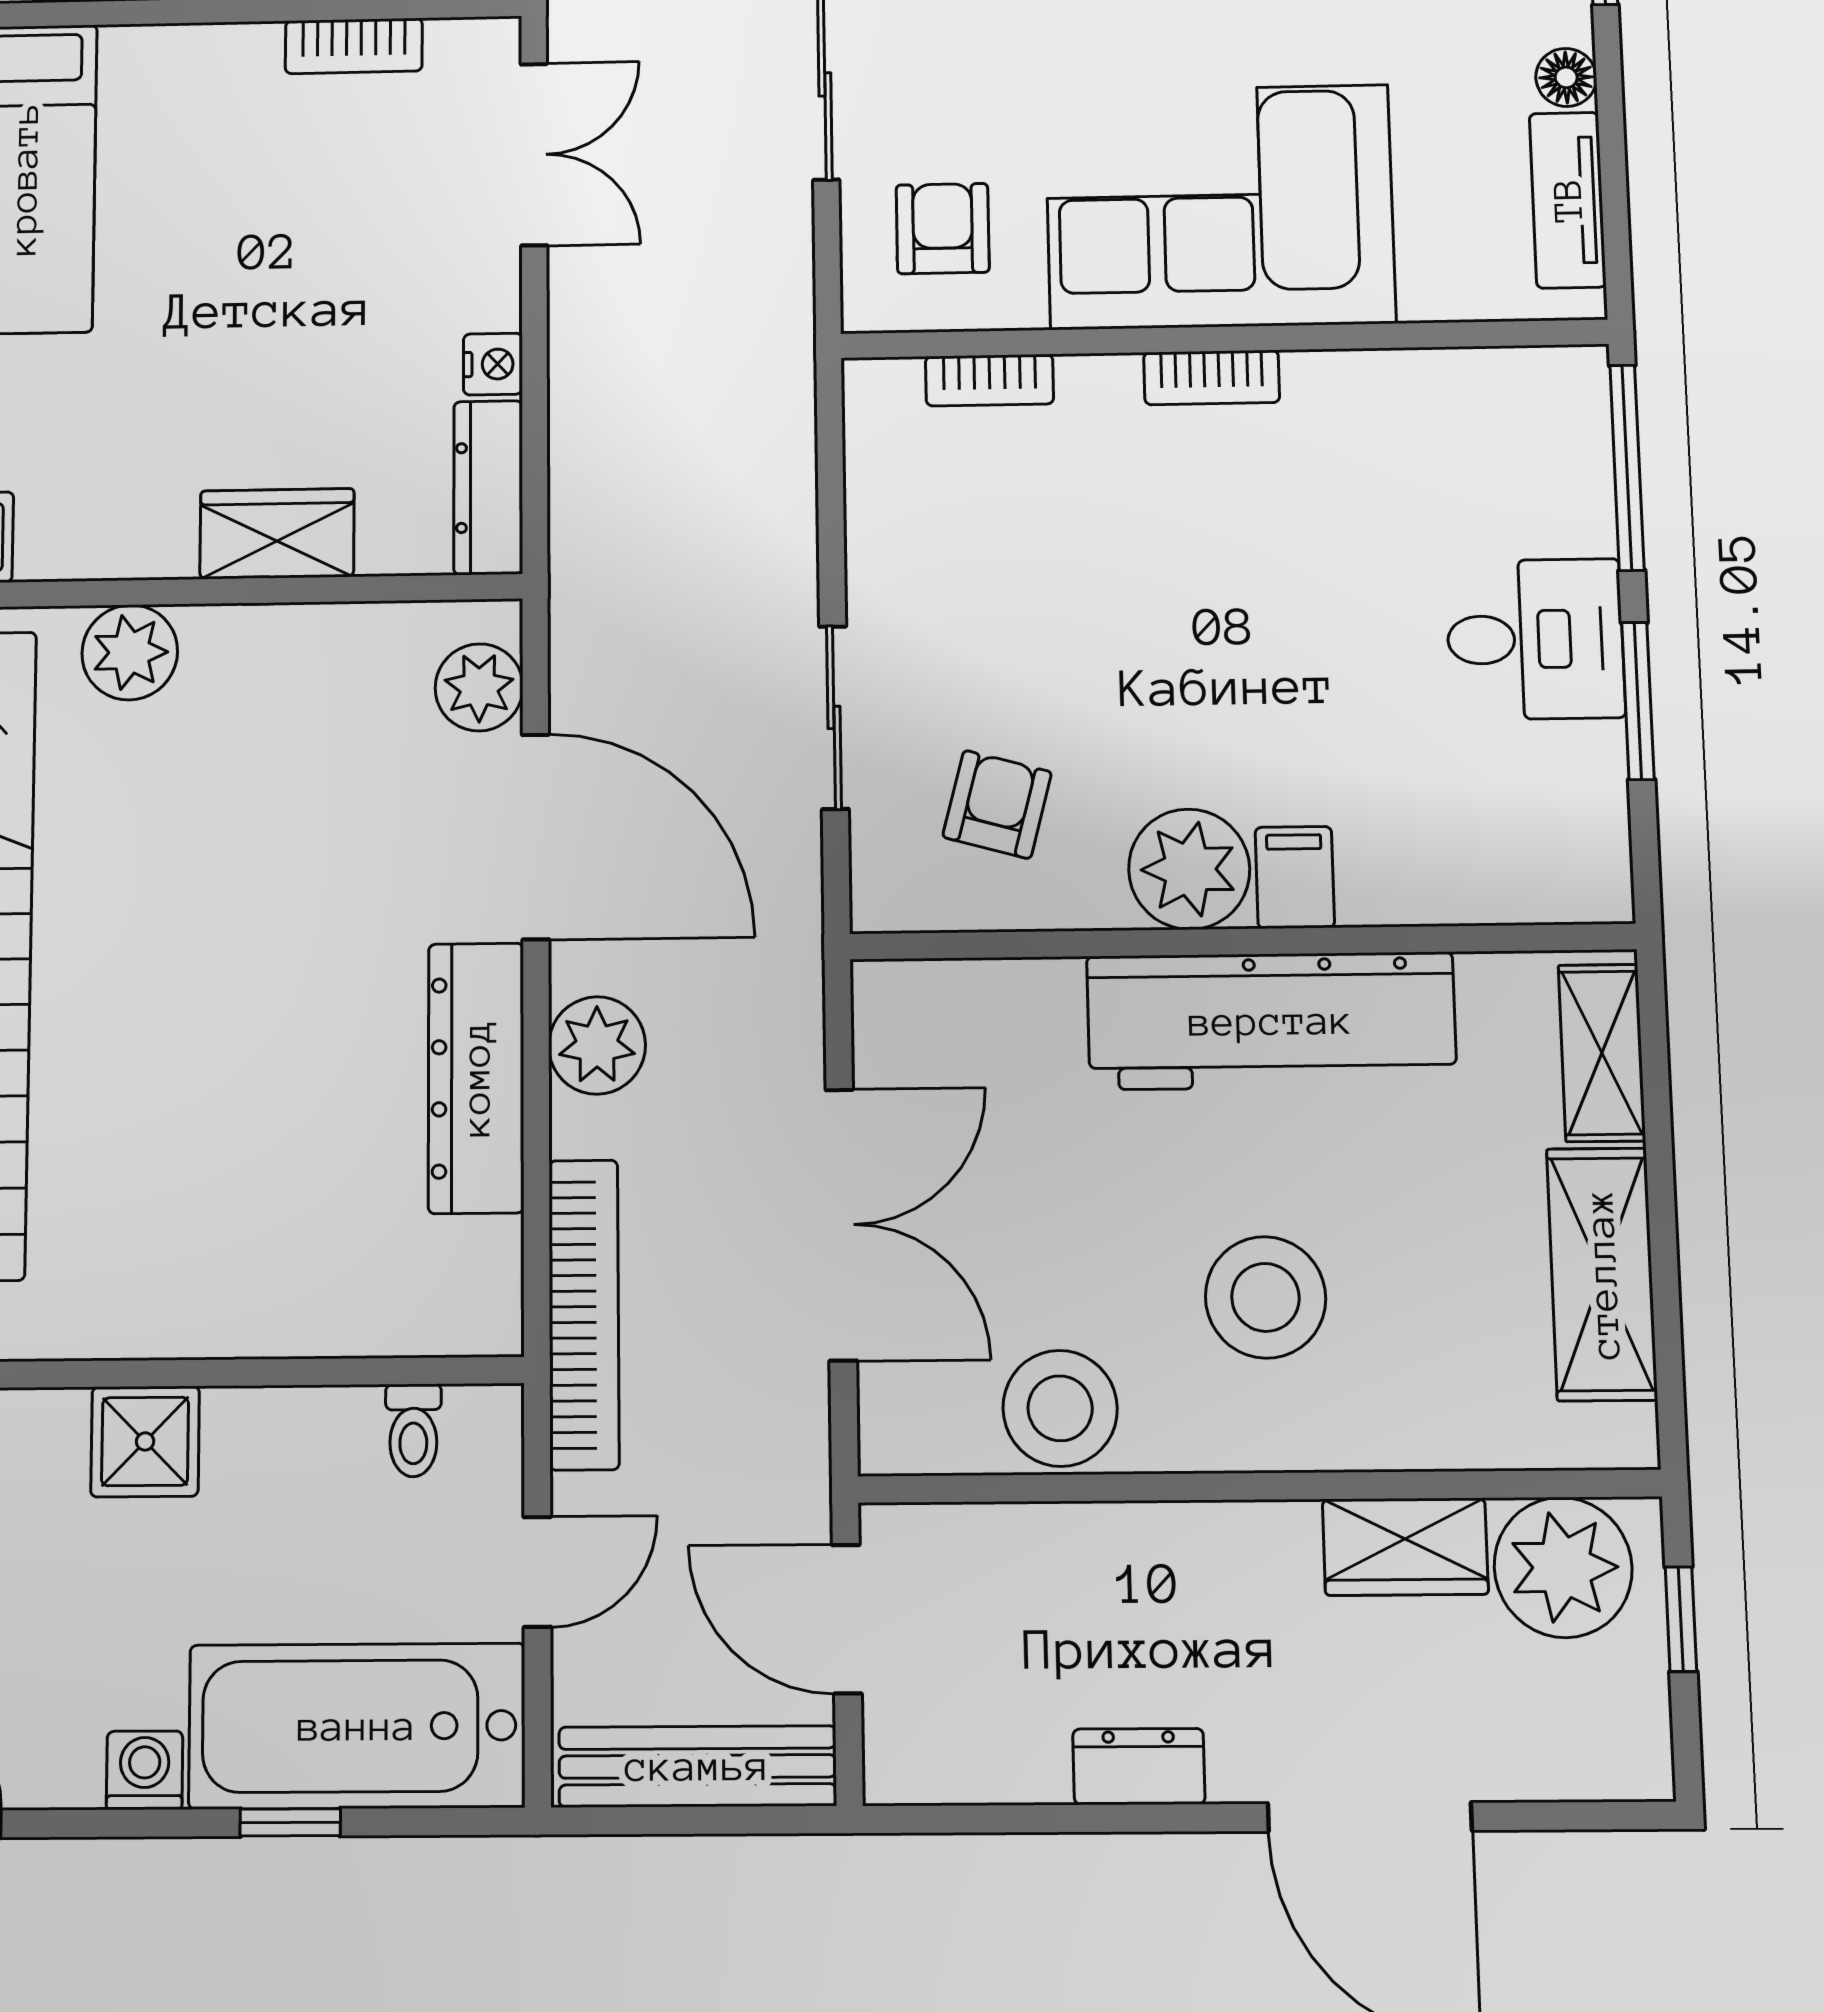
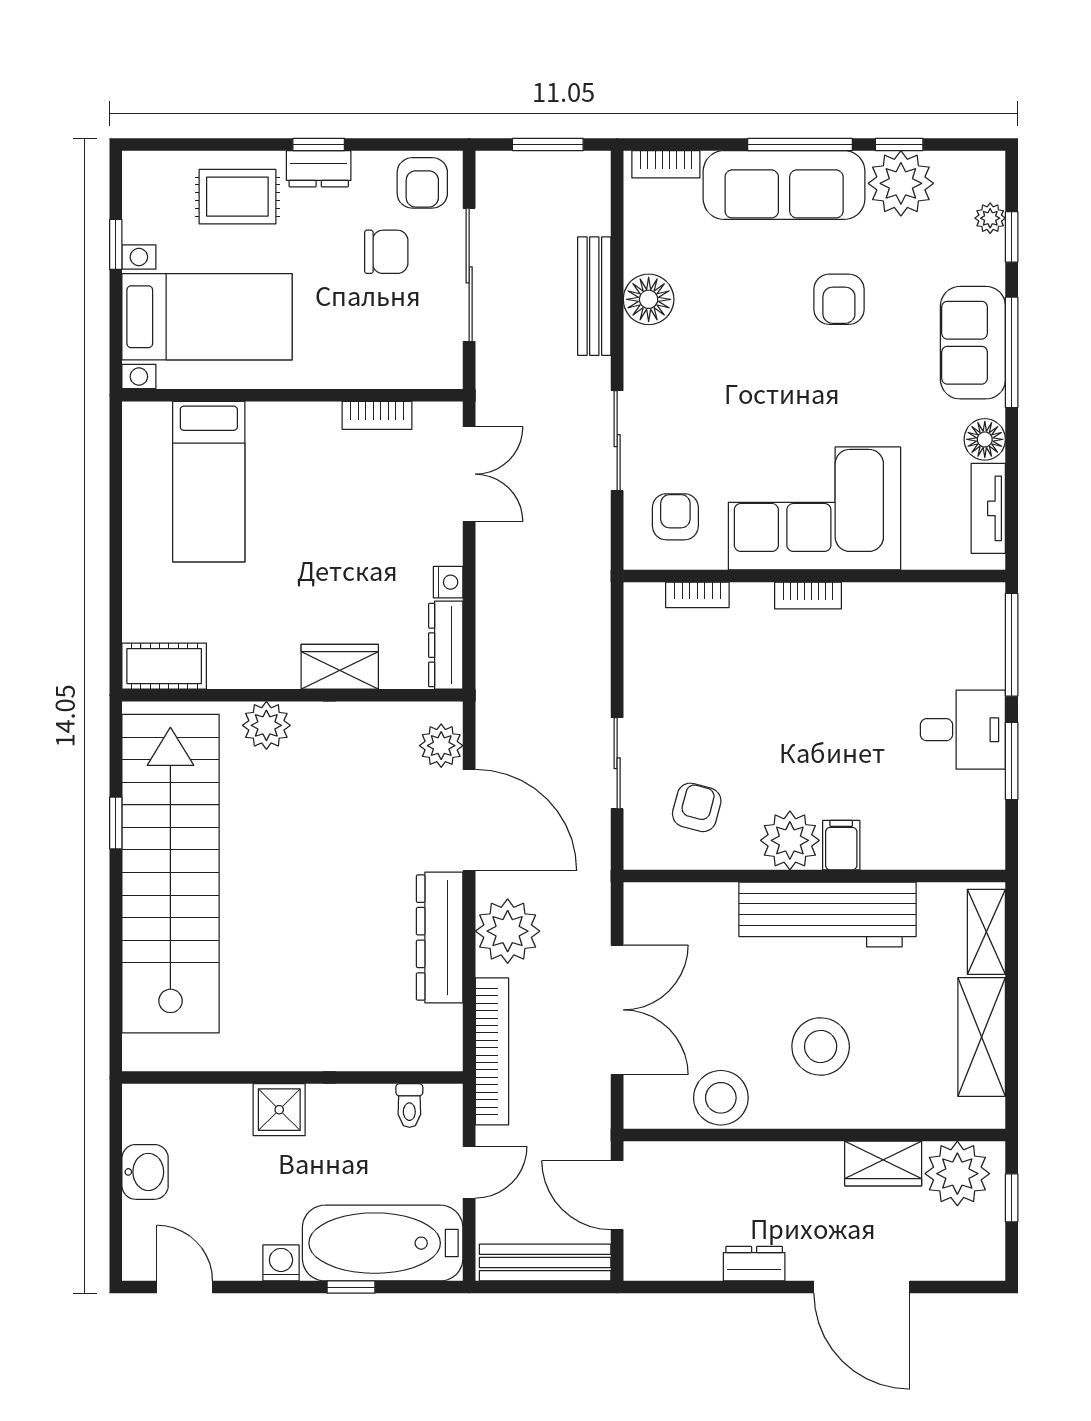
floor lamp: (1566, 77) -> (985, 439), width x1.37, depth x1.37
plant: (597, 1045) -> (508, 931), width x1.36, depth x1.36

